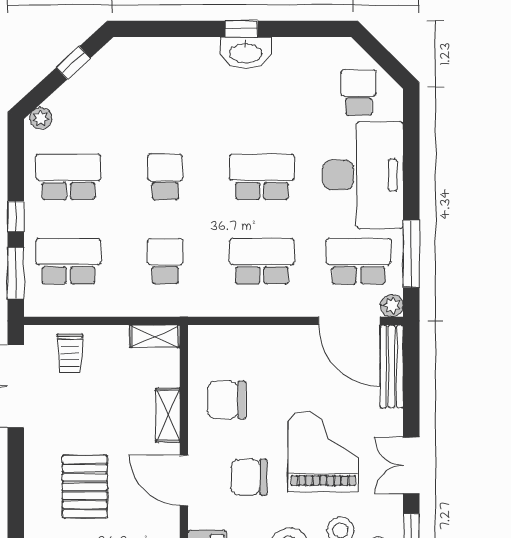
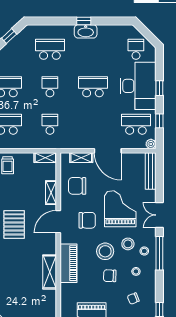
window: (411, 180) -> (159, 88), added
window: (411, 254) -> (159, 121), width x0.46
school desk: (262, 261) -> (50, 49), moved
door: (349, 321) -> (108, 151), moved
shelving: (236, 336) -> (81, 158), added
chair: (249, 477) -> (87, 220), turned 180
door: (184, 480) -> (58, 222), hinge flipped

